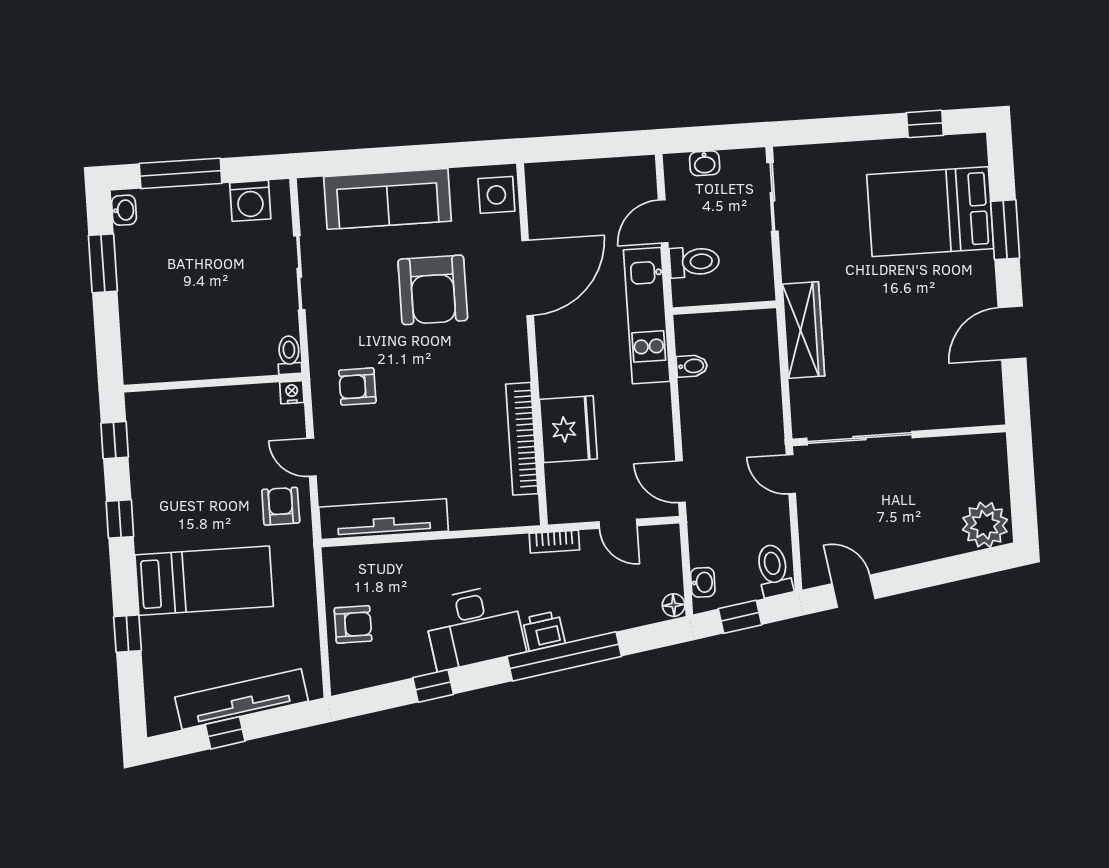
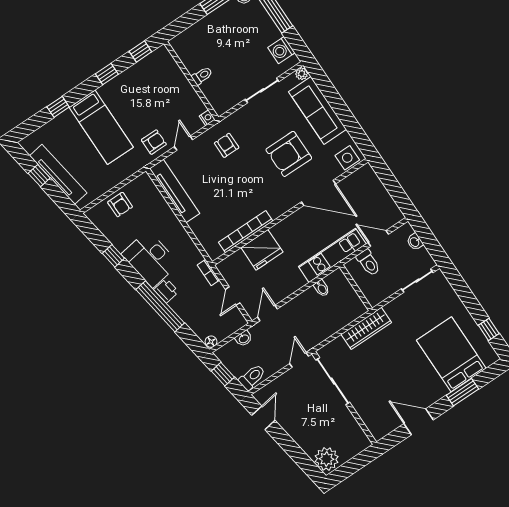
plant: (310, 190) -> (302, 74), added
toilet: (289, 355) -> (202, 76), moved
washbasin: (703, 582) -> (244, 339), moved

